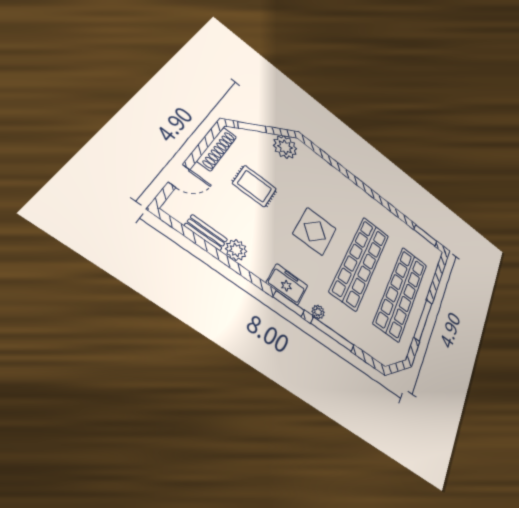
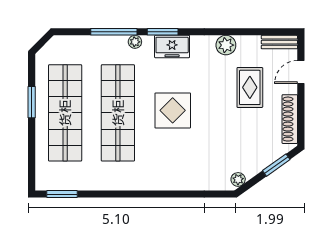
plant: (285, 147) -> (238, 179), width x0.53, depth x0.53
rug: (255, 186) -> (250, 87), moved, turned 90
bench: (206, 233) -> (279, 42), moved
window: (423, 320) -> (32, 102), width x0.69

